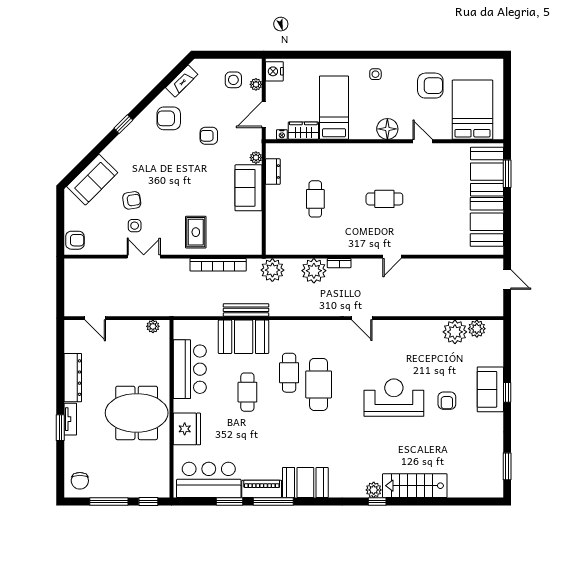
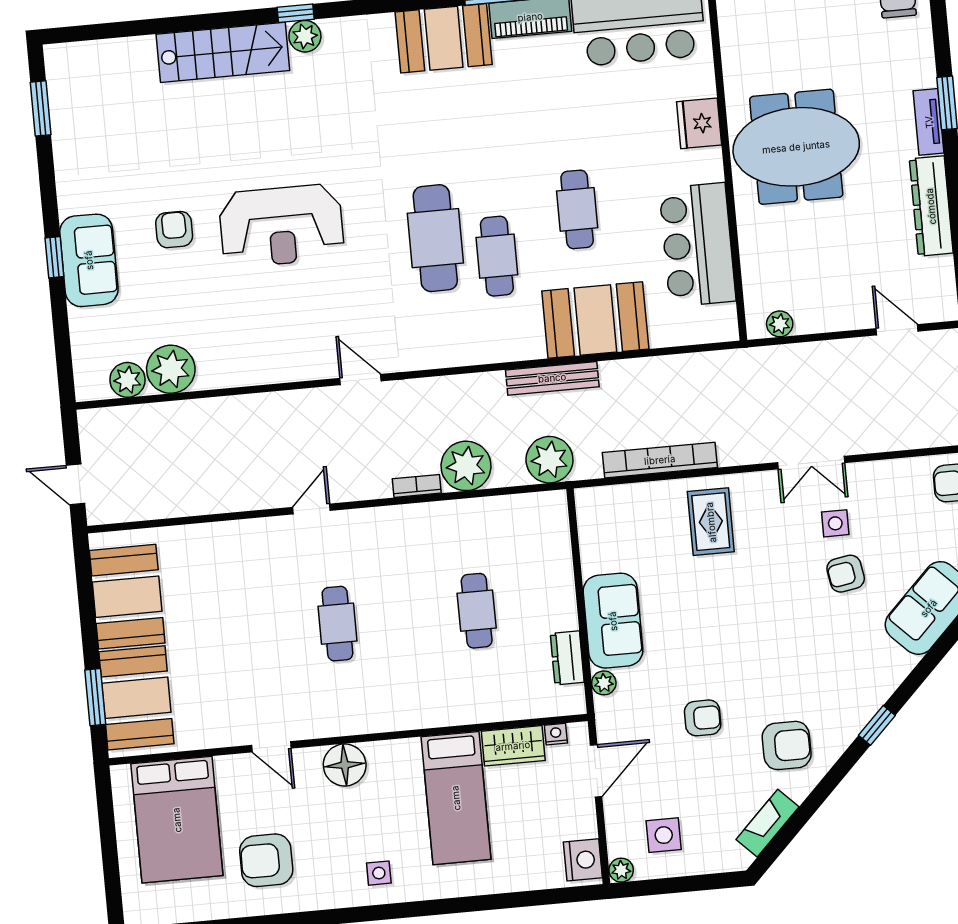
plant: (256, 84) -> (621, 870), moved
cafe table: (384, 199) -> (337, 624), turned 90
bench: (246, 310) -> (552, 378), moved
fridge: (187, 429) -> (699, 123), width x0.73, depth x0.75

